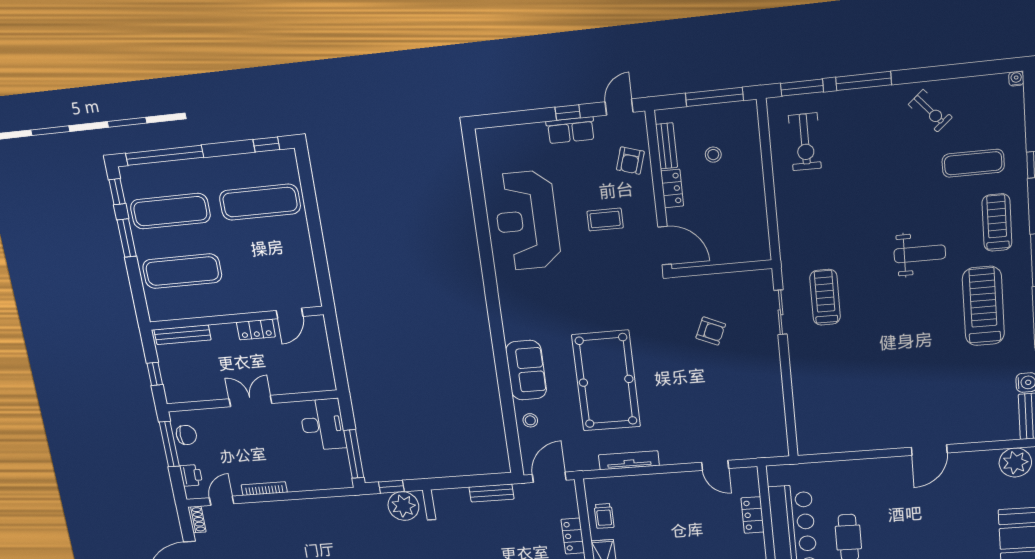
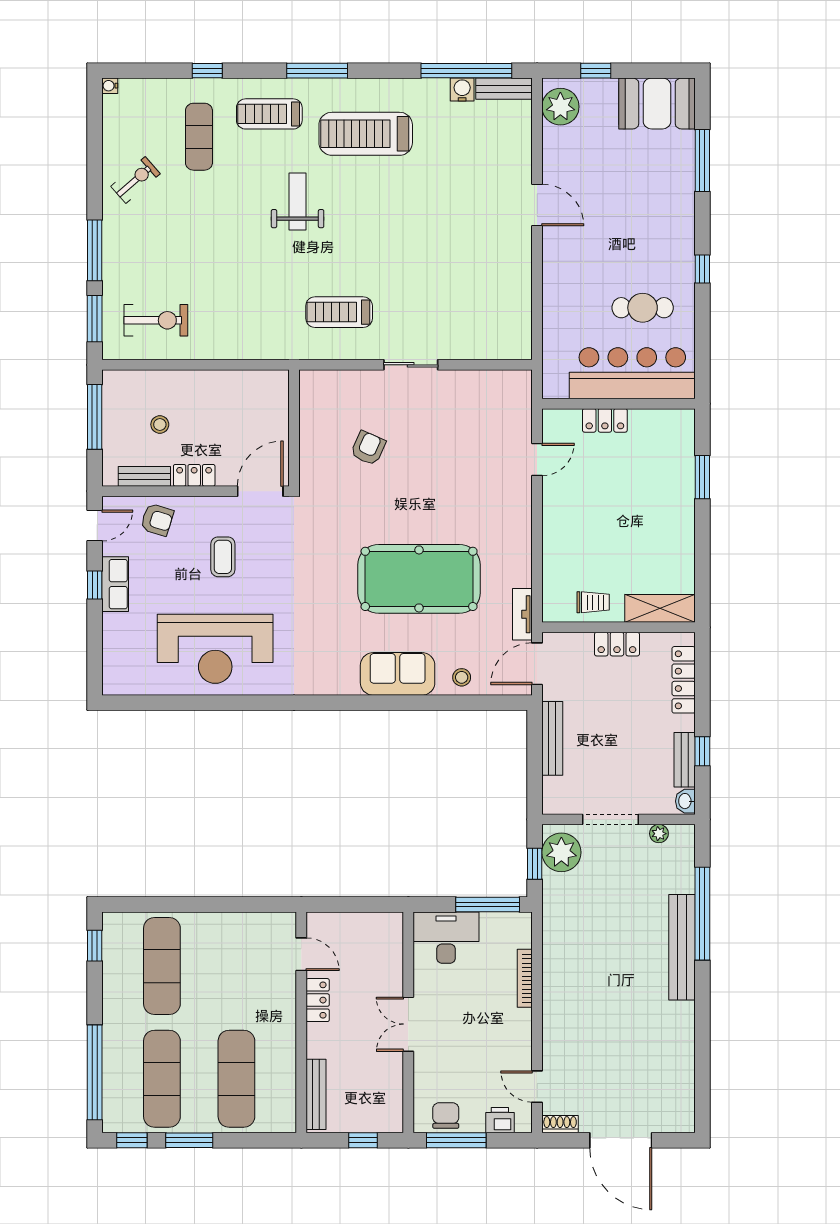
door: (619, 107) -> (95, 525), swing flipped
sliding door: (780, 312) -> (411, 365), moved
tv unit: (629, 460) -> (522, 614), moved, width x0.71
door: (549, 477) -> (537, 664), hinge flipped
bookcase: (264, 489) -> (525, 978), moved
bench: (492, 493) -> (552, 738), width x1.36

